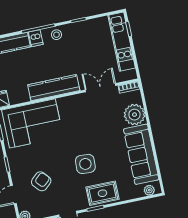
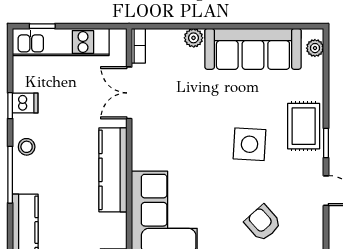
dishwasher: (36, 38) -> (25, 103), moved
plant: (134, 115) -> (194, 38), width x0.53, depth x0.53

